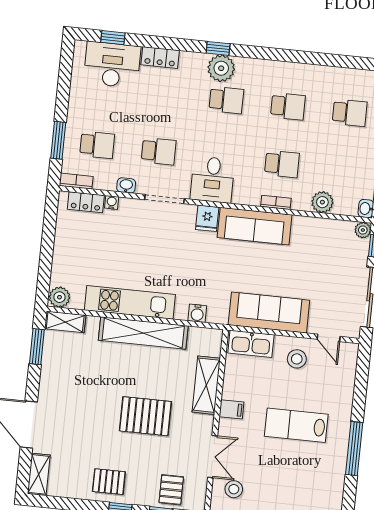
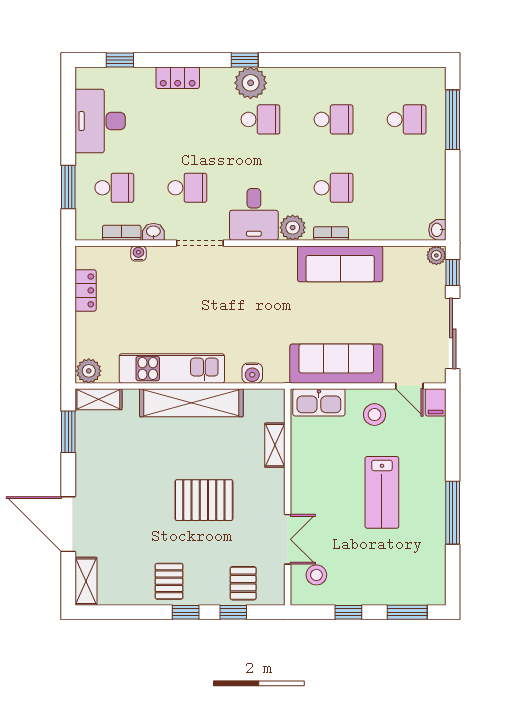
desk: (112, 65) -> (100, 121), moved, turned -90
bookcase: (76, 181) -> (122, 233), moved
locker: (86, 202) -> (86, 290), moved, turned -90
plant: (322, 202) -> (293, 228), moved
fridge: (207, 218) -> (252, 261), removed
sofa: (255, 226) -> (340, 264), moved
shelving: (206, 385) -> (275, 445), width x0.67, depth x0.75
filing cabinet: (231, 409) -> (436, 402), moved, turned 90
lab bench: (296, 425) -> (382, 492), turned -90
pallet: (109, 482) -> (169, 581), turned 90

